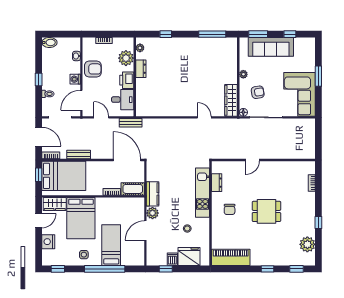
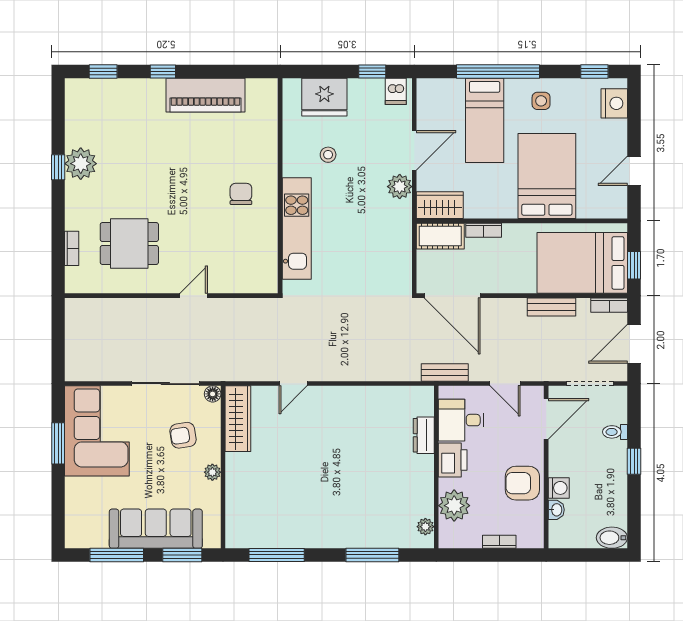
window: (166, 34) -> (372, 555), width x2.17
window: (290, 34) -> (117, 555), width x2.17
dresser: (141, 69) -> (424, 435), moved
window: (318, 76) -> (58, 443), moved
washing machine: (75, 79) -> (559, 488), moved
door: (204, 117) -> (293, 384), hinge flipped
door: (39, 137) -> (634, 344), hinge flipped
dresser: (217, 183) -> (268, 249), removed
kitchen counter: (153, 194) -> (399, 226), removed
wardrobe: (55, 204) -> (440, 205), moved
dining table: (266, 211) -> (129, 243), moved
nightstand: (48, 242) -> (614, 103), moved
plant: (307, 244) -> (81, 164), moved
piano: (231, 257) -> (205, 95), moved
dishwasher: (172, 259) -> (396, 91), moved

